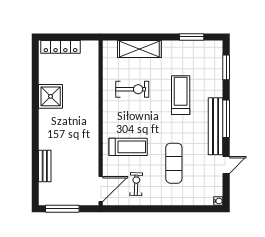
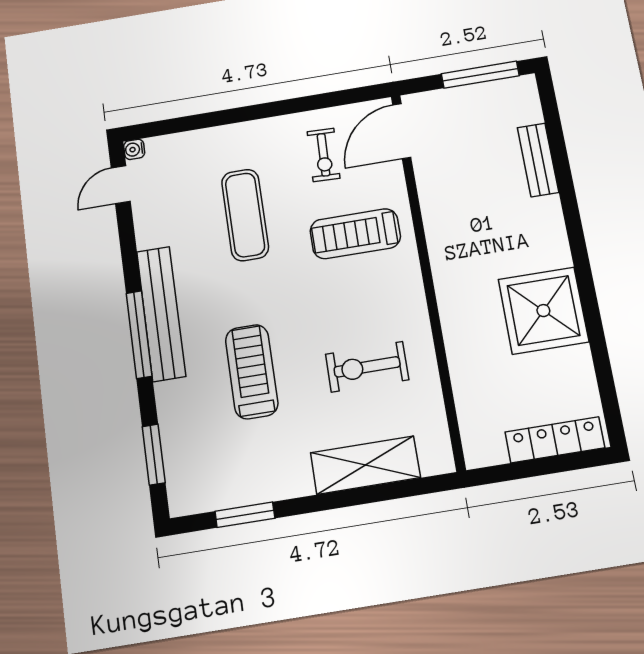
treadmill: (181, 95) -> (252, 372), turned 180
shower: (51, 96) -> (543, 311), width x1.37, depth x1.37
door: (226, 165) -> (121, 185), moved

